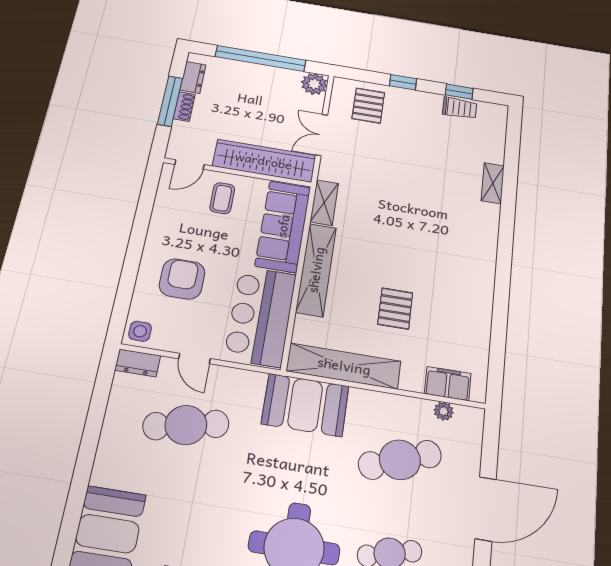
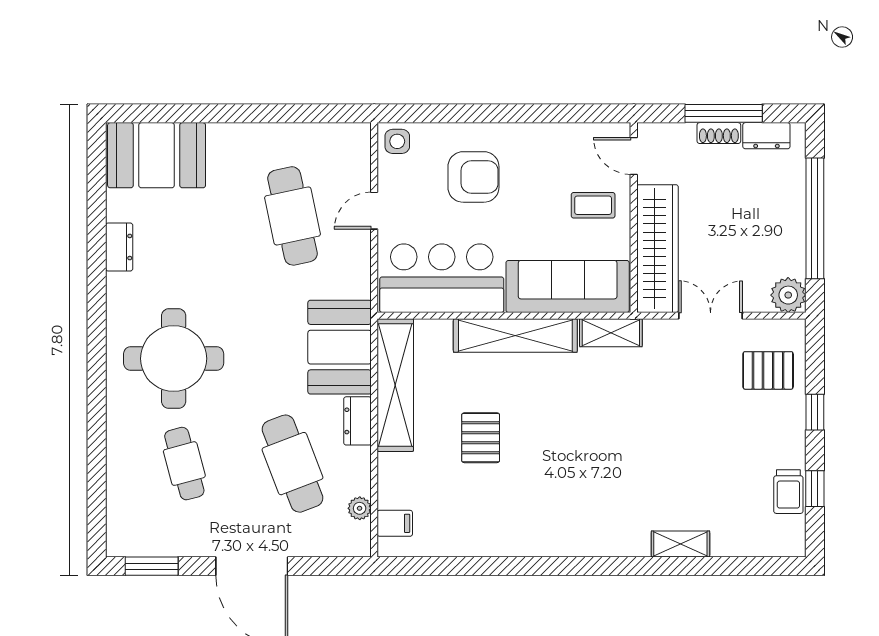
pallet: (395, 309) -> (481, 438), turned 90
dresser: (138, 363) -> (358, 421), moved
filing cabinet: (448, 384) -> (395, 523), width x0.50

